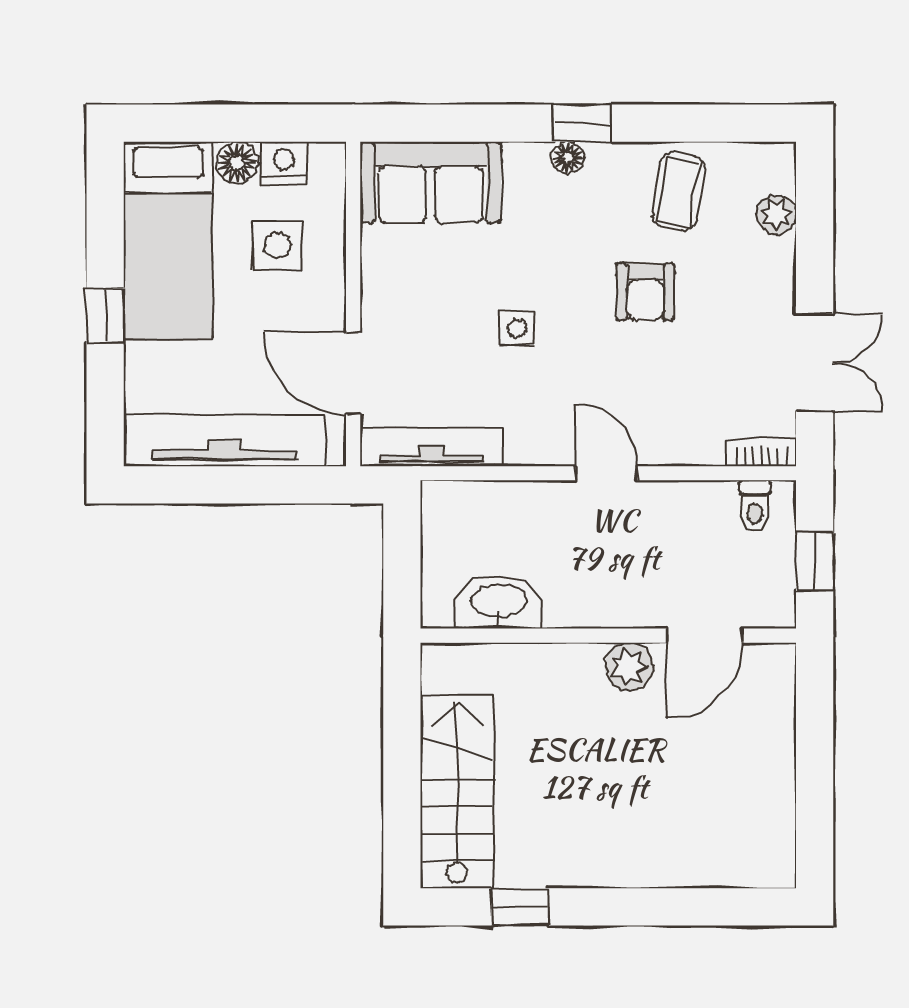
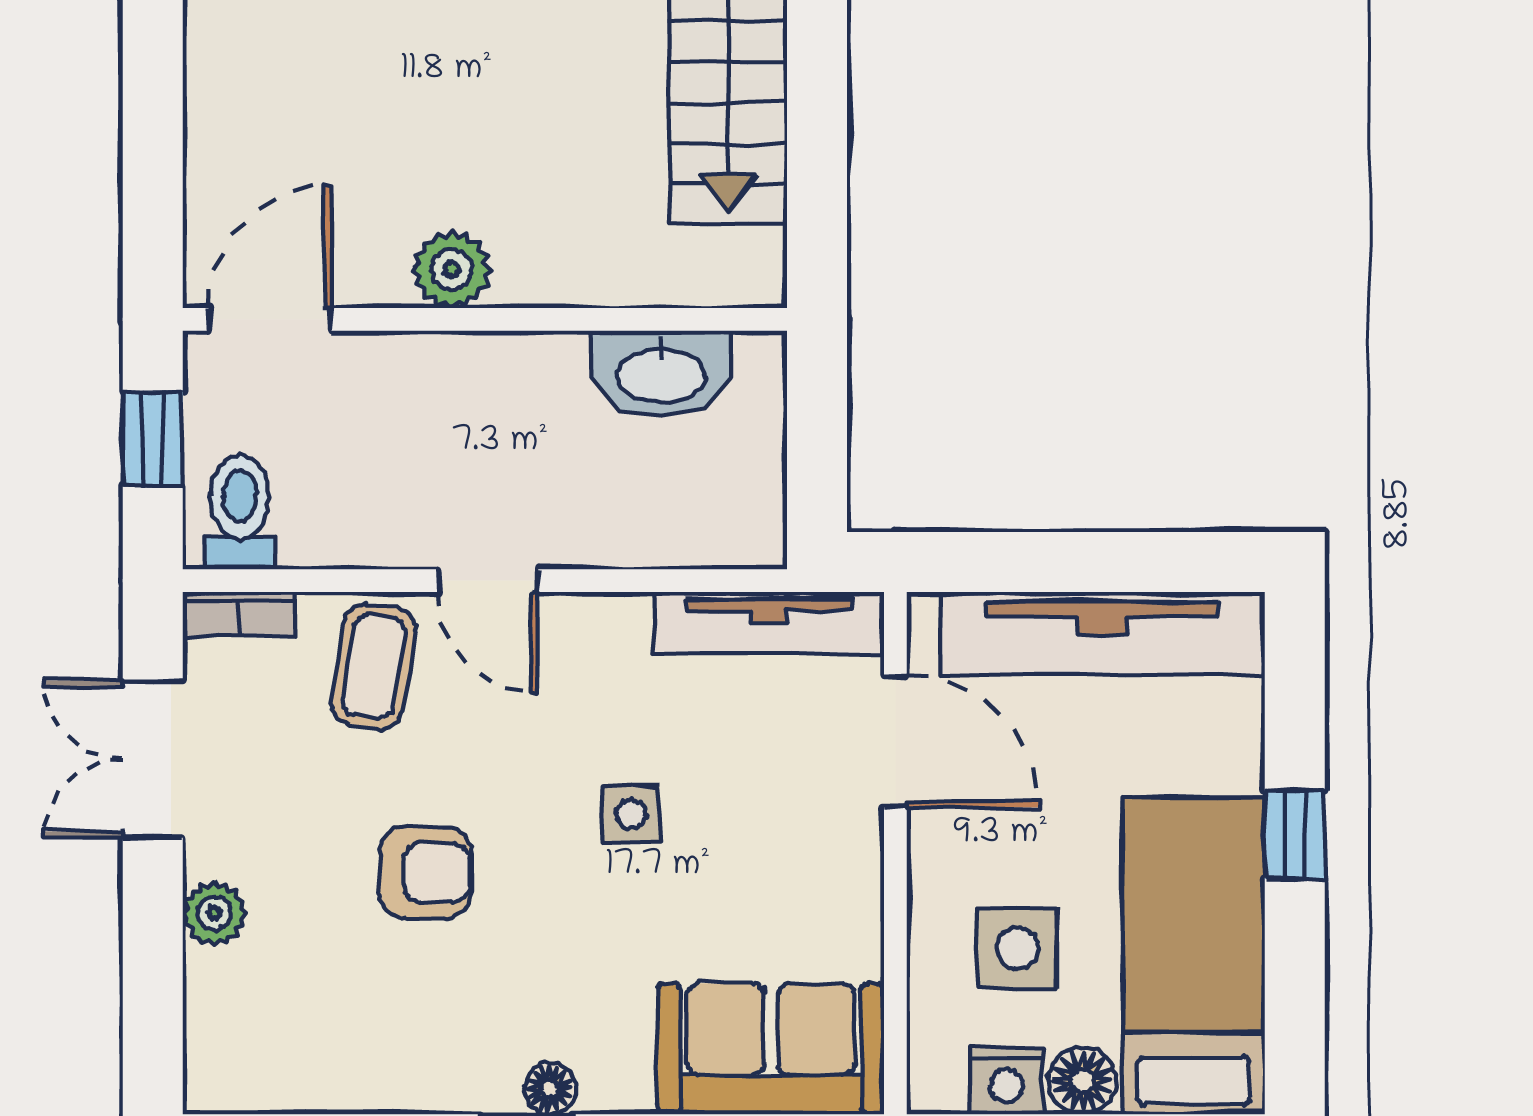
coffee table: (678, 191) -> (373, 666), moved
plant: (776, 215) -> (214, 913), moved
armchair: (645, 292) -> (425, 873), turned 90
toilet: (755, 506) -> (240, 512), width x1.37, depth x1.39
door: (704, 636) -> (270, 319), moved

